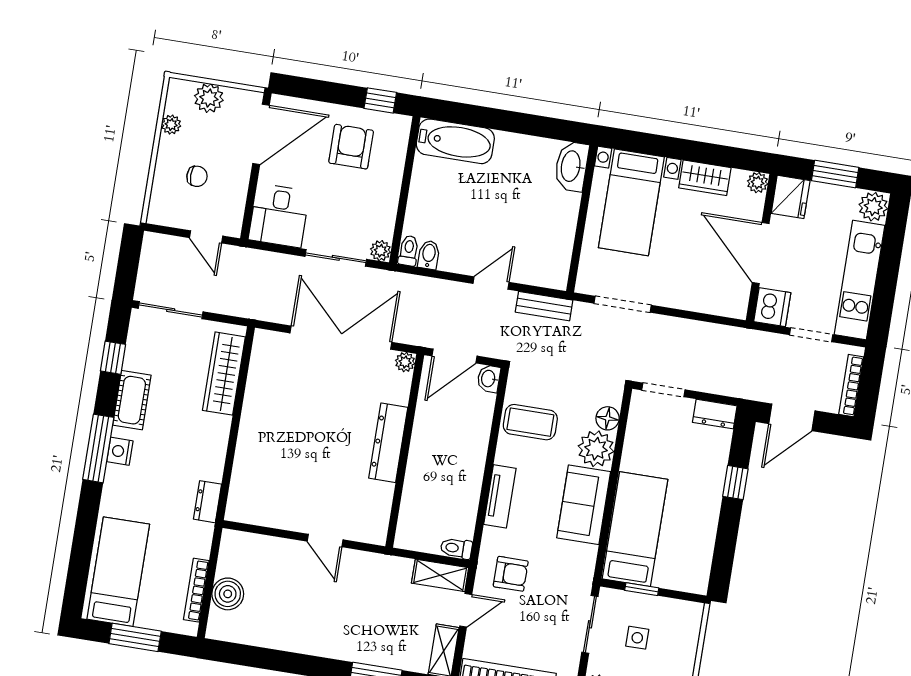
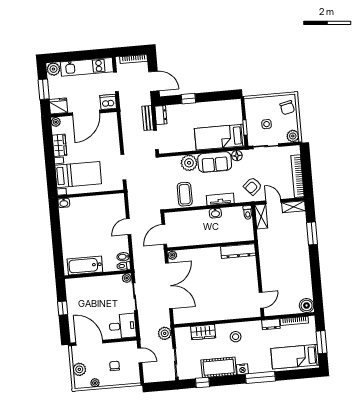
window: (380, 100) -> (63, 308), moved
bathtub: (455, 141) -> (85, 265), moved, turned -90
armchair: (351, 147) -> (85, 302), removed
washbasin: (571, 166) -> (64, 203), width x0.52, depth x0.69
door: (206, 237) -> (140, 355), hinge flipped
door: (491, 283) -> (129, 227), hinge flipped
plant: (240, 303) -> (165, 333), added
bench: (544, 306) -> (148, 118), moved
double door: (341, 338) -> (169, 286), swing flipped
door: (455, 356) -> (164, 234), swing flipped
wardrobe: (224, 374) -> (203, 332), width x0.67
washbasin: (489, 379) -> (215, 213), moved
cot: (132, 400) -> (219, 367), width x1.37, depth x1.34
floor lamp: (608, 418) -> (237, 156), moved
dresser: (388, 443) -> (238, 251), moved
window: (98, 448) -> (260, 377), moved
stool: (194, 454) -> (236, 337), added
dresser: (207, 502) -> (271, 324), moved
door: (325, 541) -> (261, 300), moved
armchair: (511, 574) -> (253, 186), turned -131
boiler: (228, 594) -> (307, 305), moved

